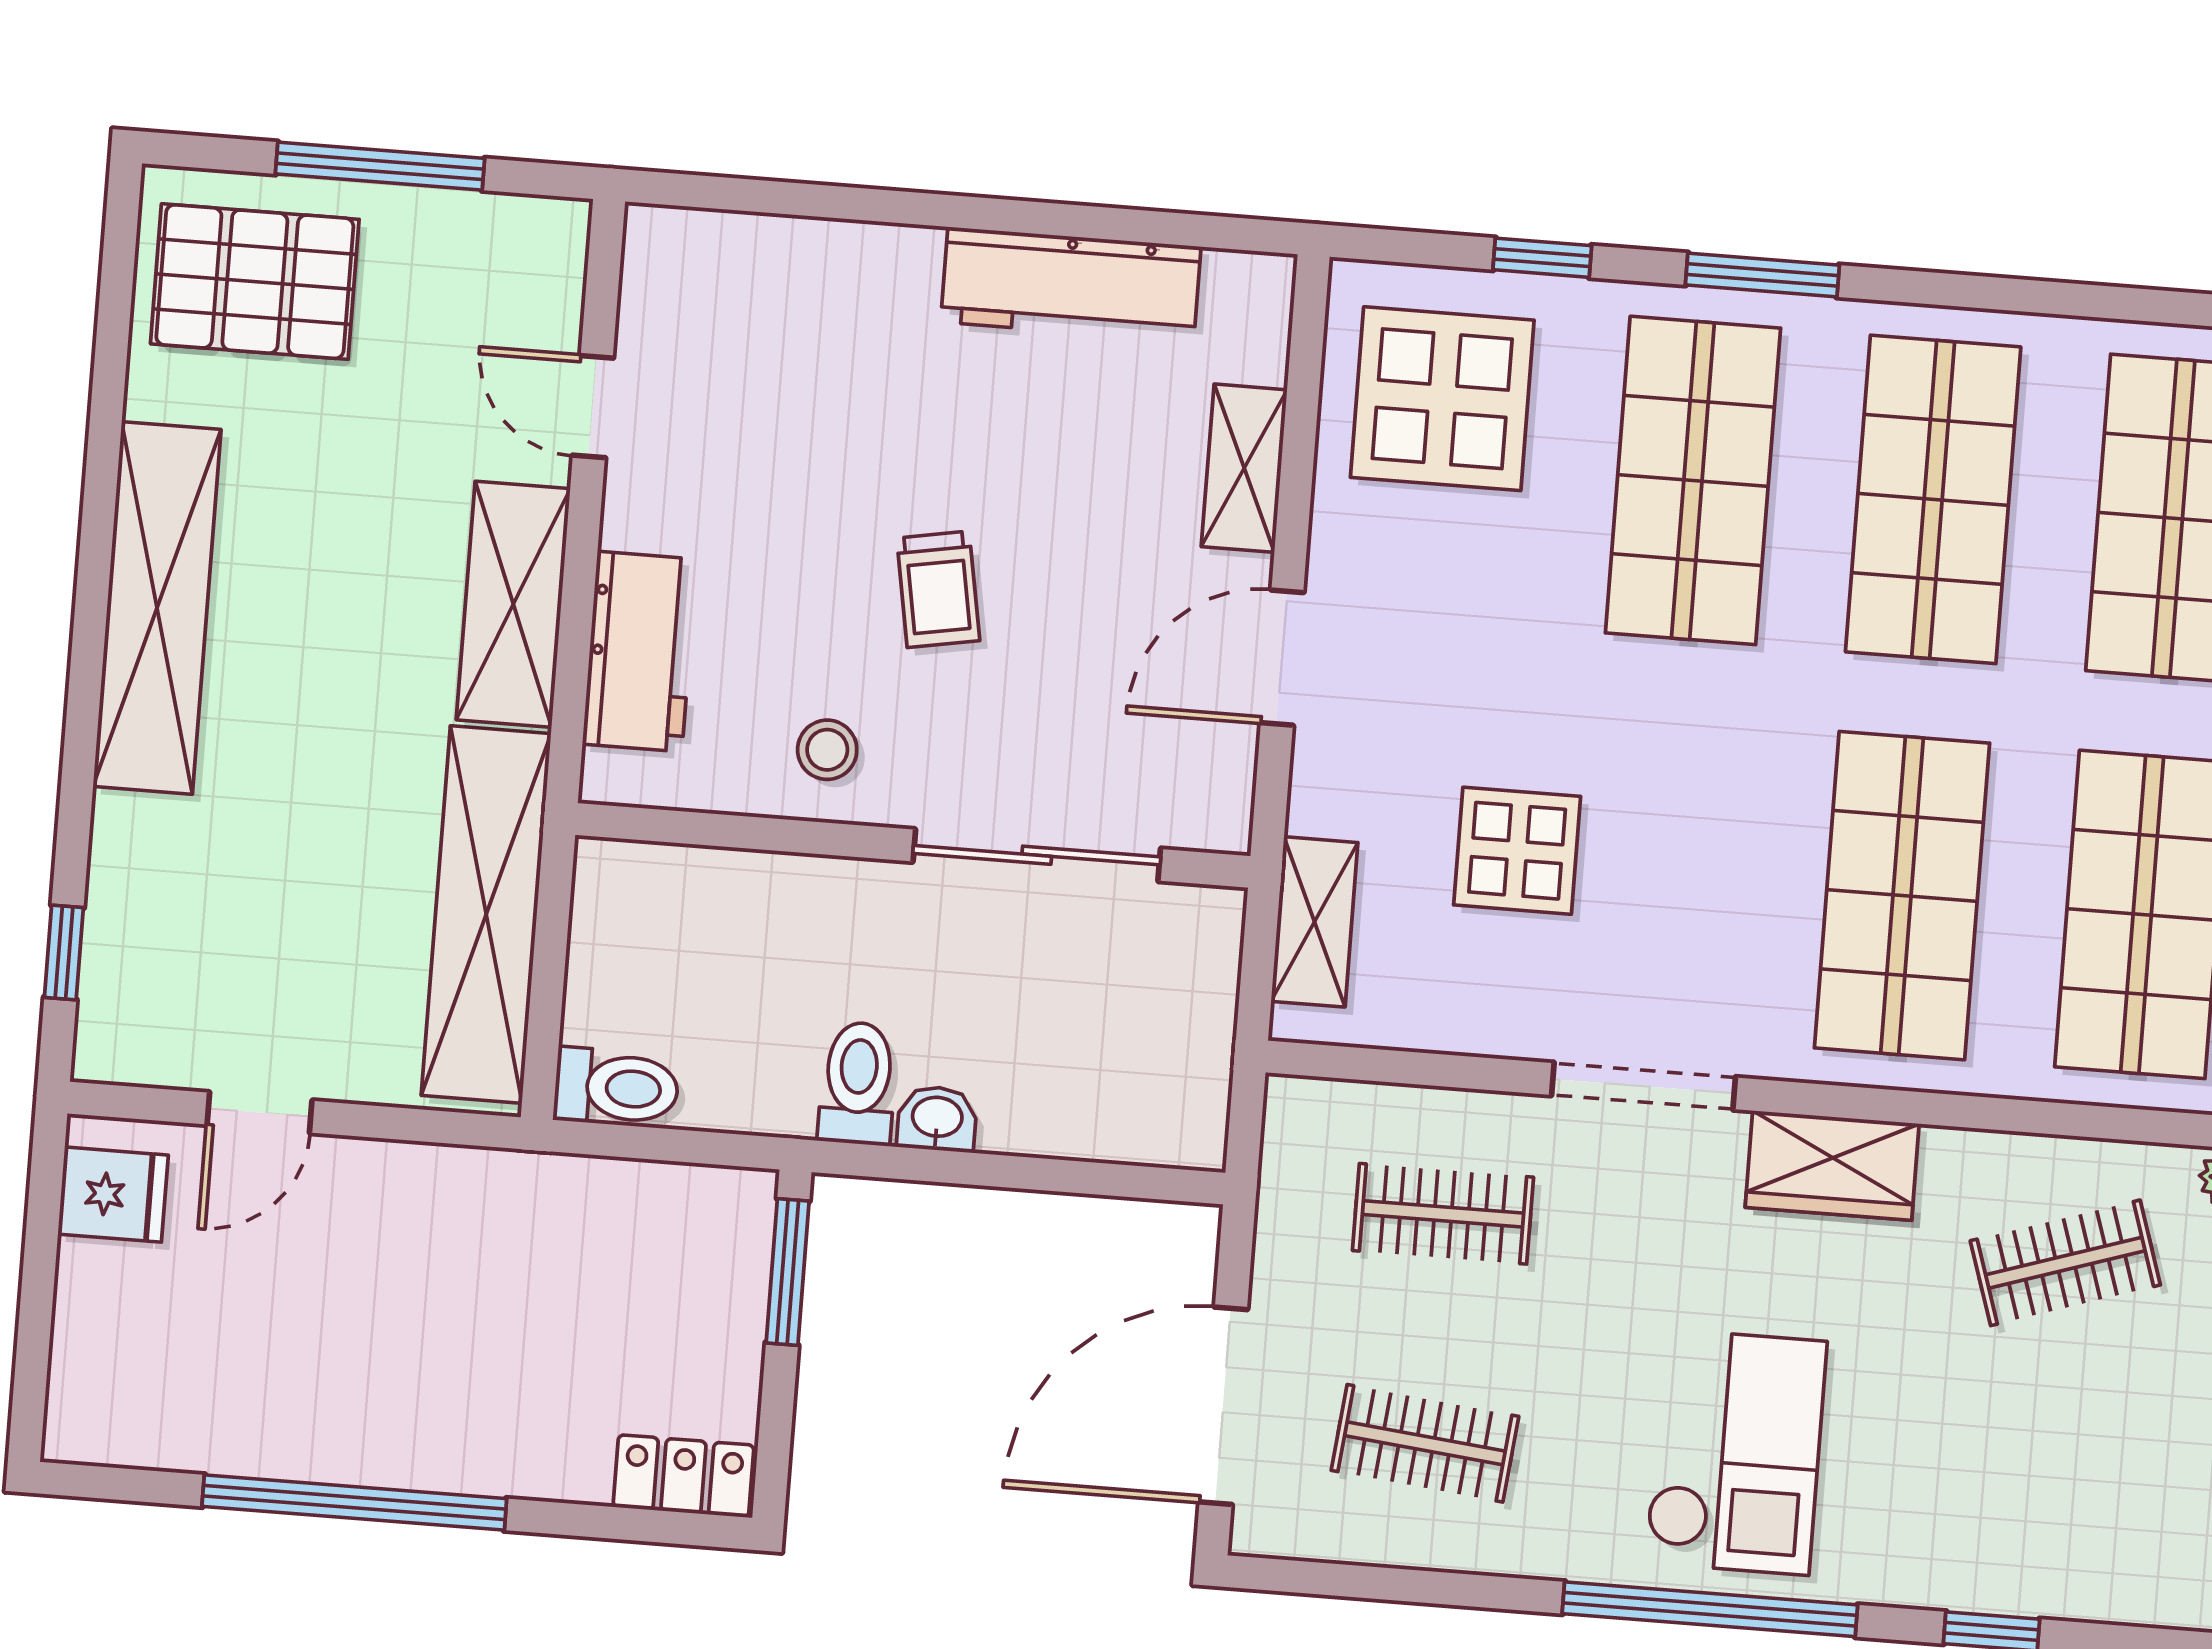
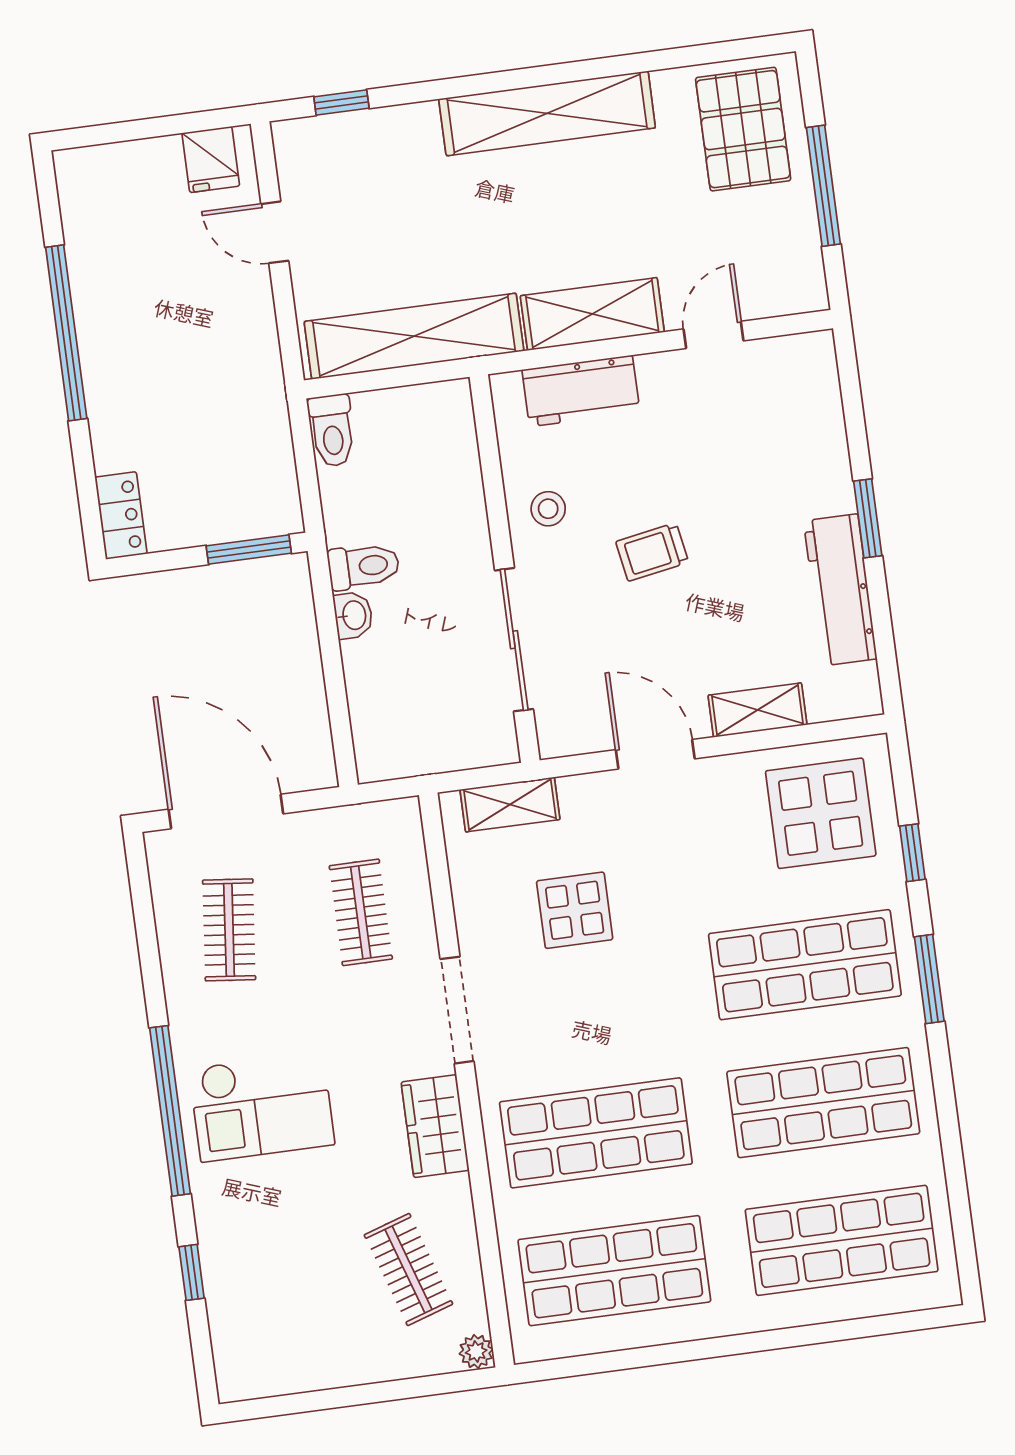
window: (960, 212) -> (868, 518), added

